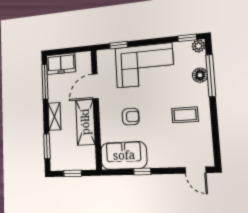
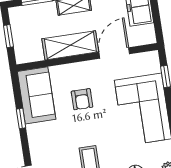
door: (95, 86) -> (114, 53), hinge flipped

